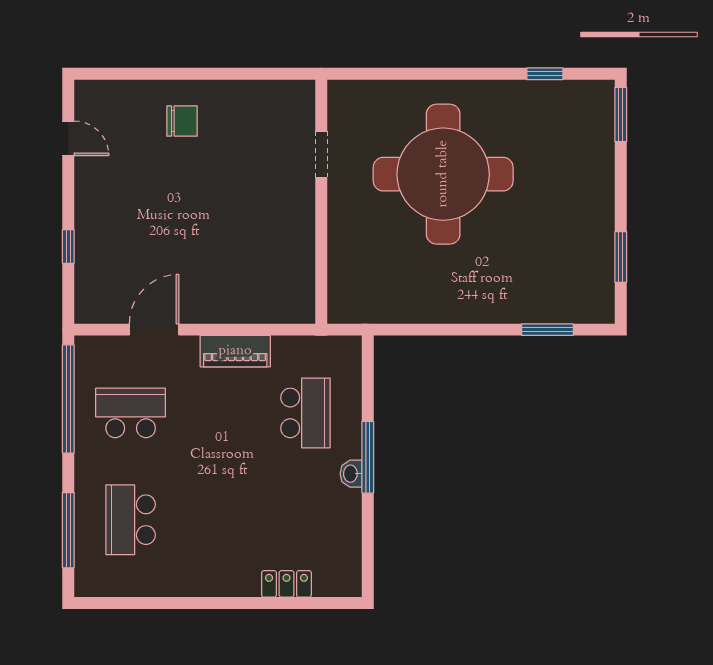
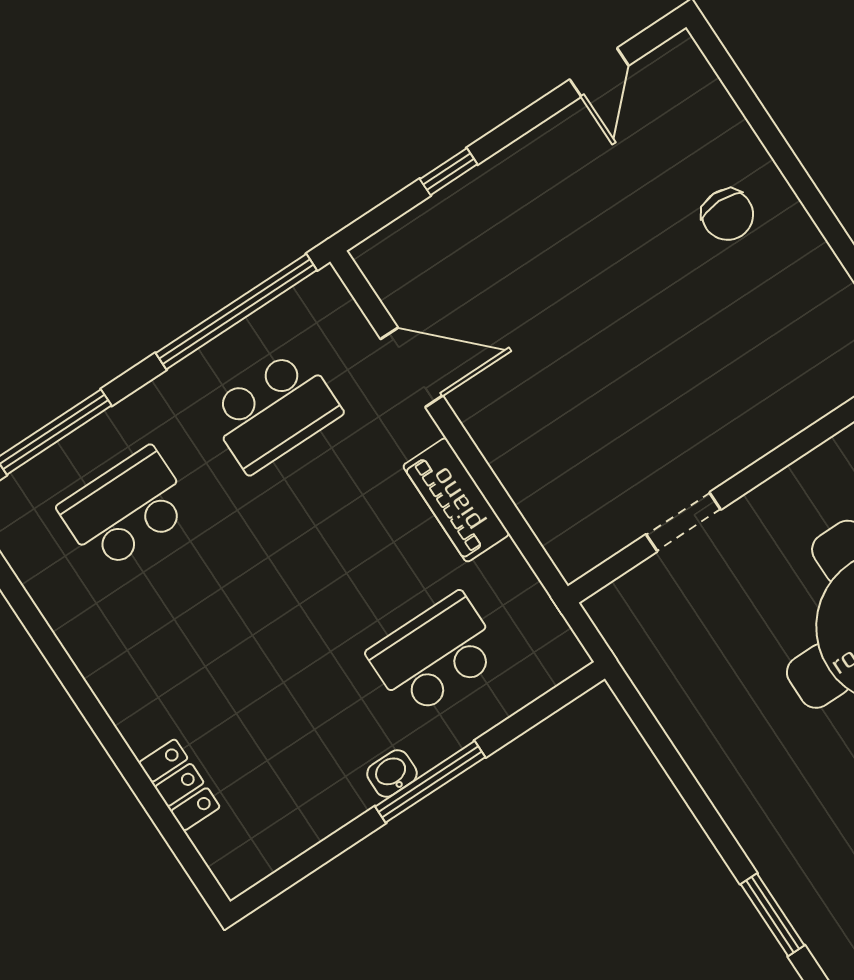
doorway: (321, 154) -> (683, 522), moved
school desk: (131, 413) -> (274, 411), turned 90
school desk: (305, 413) -> (435, 654), turned 180

